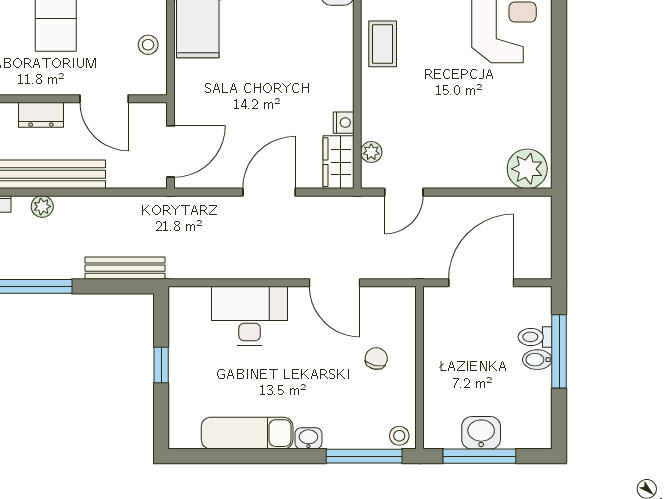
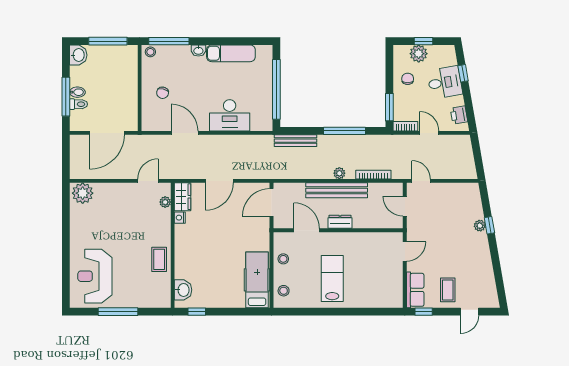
window: (161, 365) -> (276, 89), width x3.17
washbasin: (481, 433) -> (78, 55), moved, turned -90

